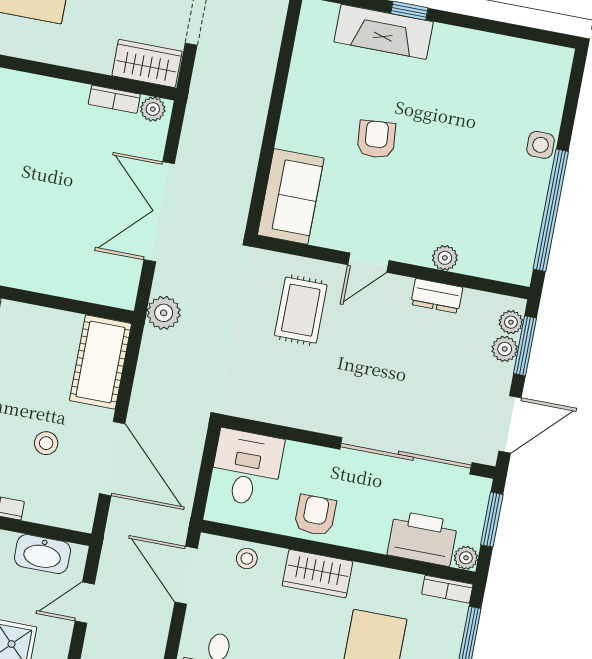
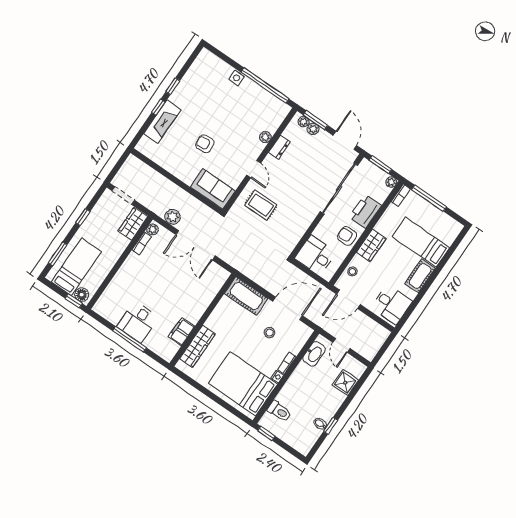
window: (466, 21) -> (173, 86), added
plant: (164, 313) -> (173, 217), moved
printer: (422, 538) -> (365, 211), moved

